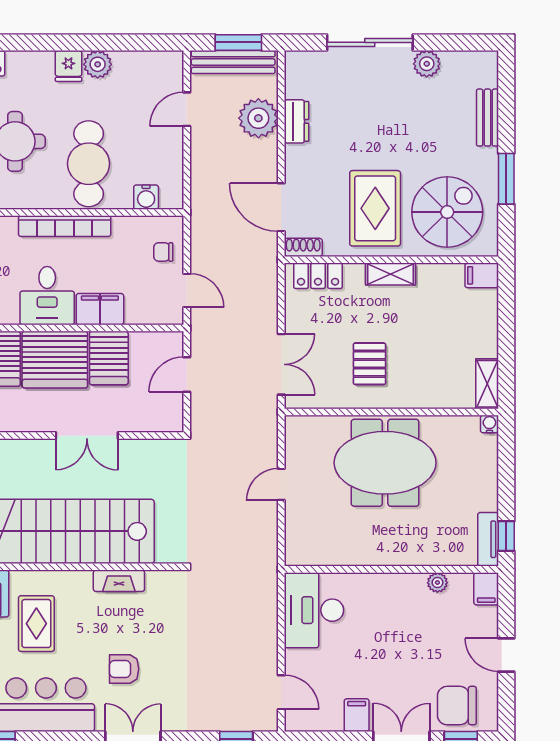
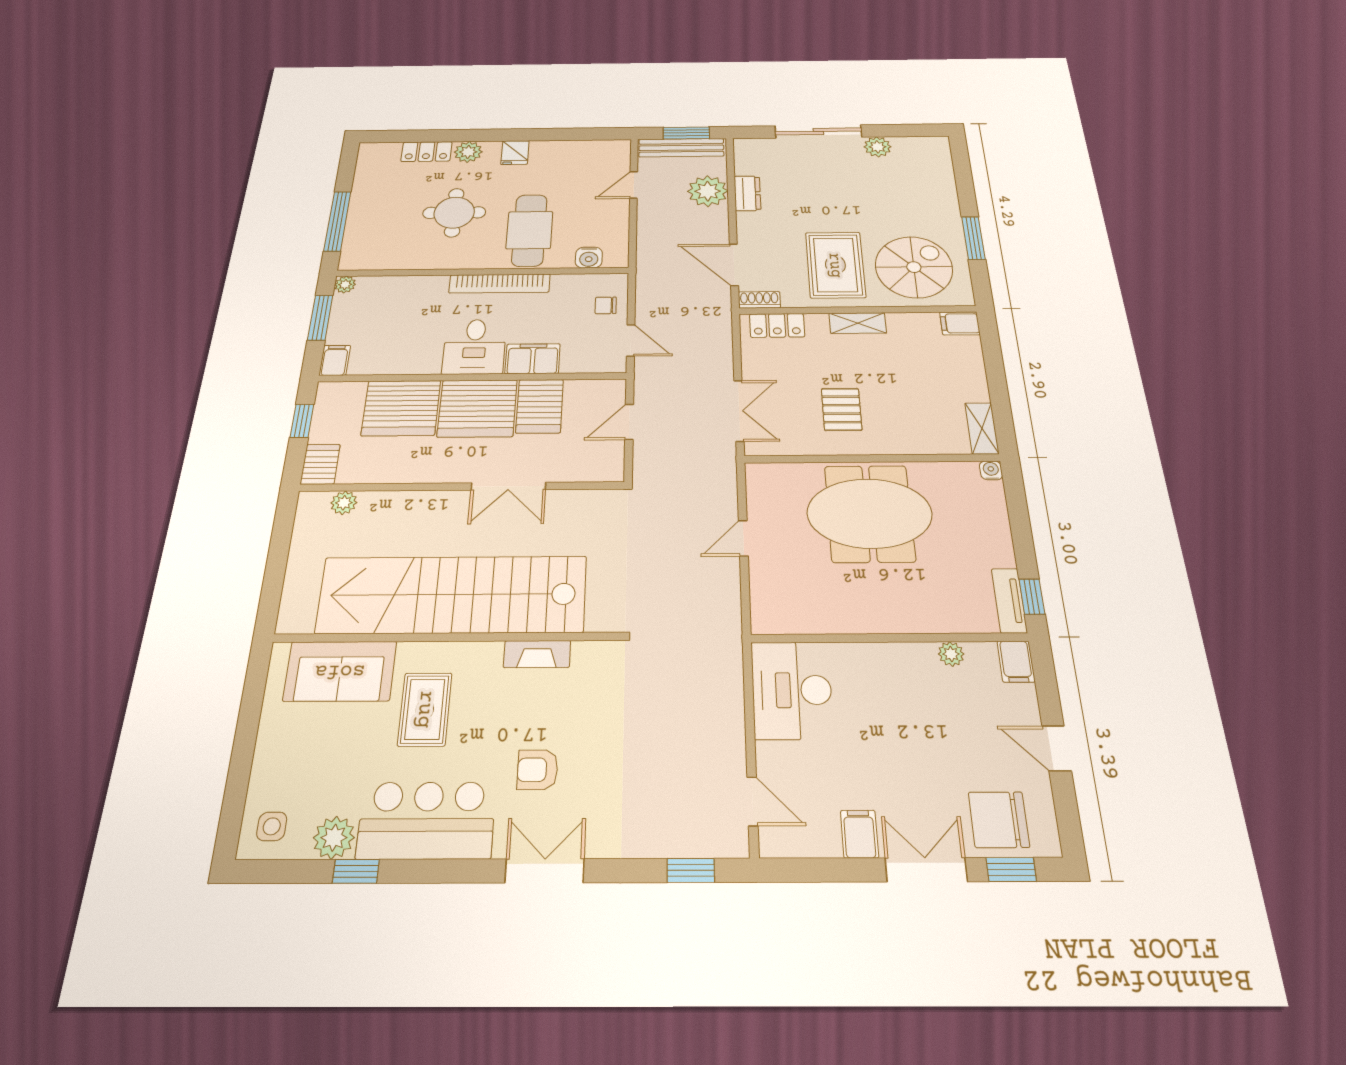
plant: (98, 64) -> (468, 152), moved
bench: (488, 118) -> (946, 188), removed

